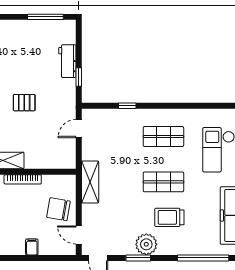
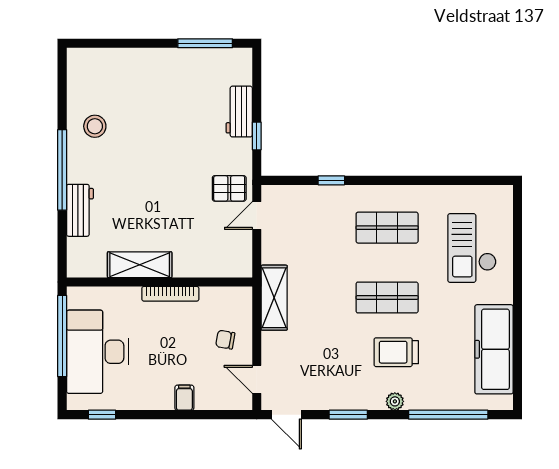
pallet: (24, 103) -> (229, 188), moved
chair: (58, 209) -> (225, 340), width x0.54, depth x0.54
plant: (146, 244) -> (395, 401), moved, width x0.53, depth x0.53

